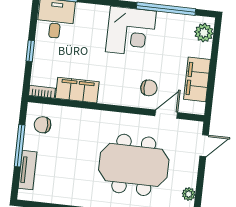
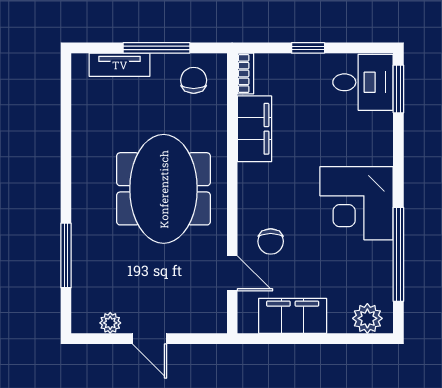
door: (204, 146) -> (150, 339), moved
meeting table: (134, 165) -> (164, 189), moved

